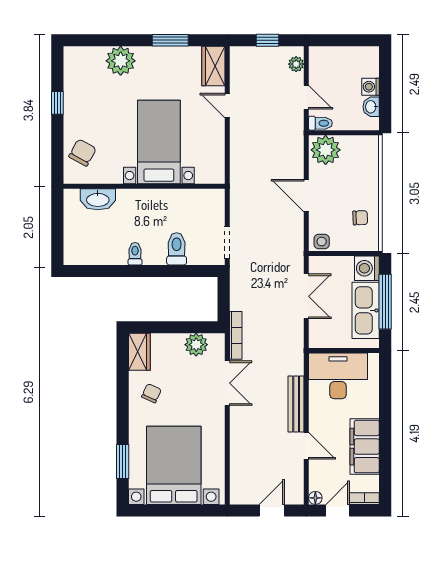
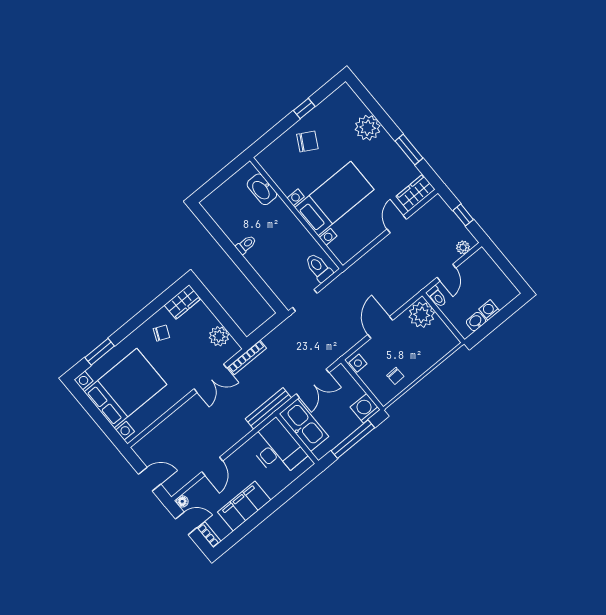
chair: (83, 153) -> (307, 142), moved
toilet: (177, 249) -> (319, 268), moved, turned -90
kitchen sink: (366, 310) -> (304, 425), moved, turned 90
bench: (296, 404) -> (268, 408), moved

